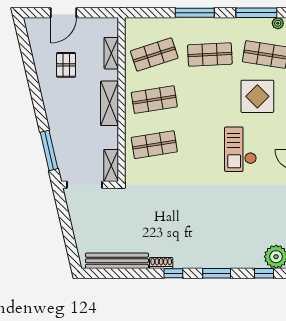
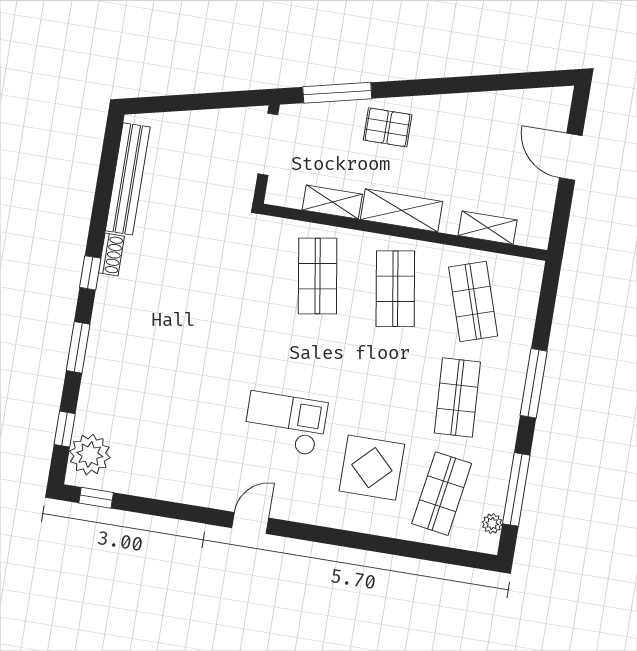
pallet: (66, 65) -> (388, 127), moved
shelving: (111, 166) -> (332, 202), moved

